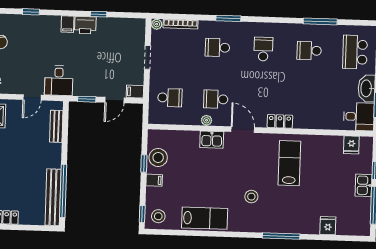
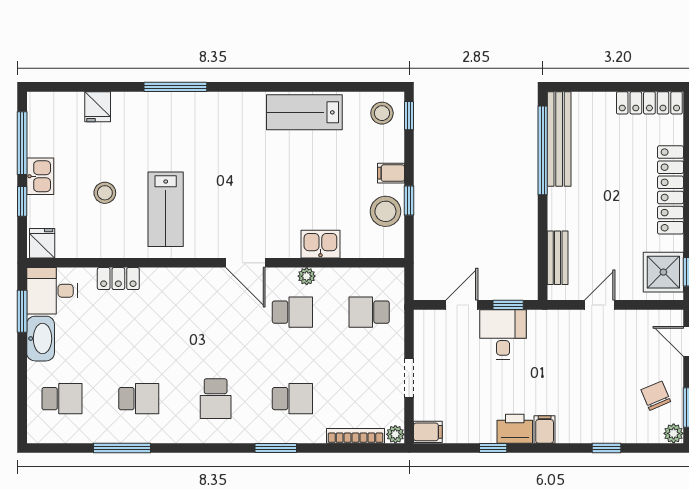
school desk: (355, 52) -> (62, 399), width x0.54
desk: (59, 81) -> (503, 335), moved
filing cabinet: (135, 92) -> (428, 432), moved
locker: (280, 121) -> (118, 279), moved
kitchen sink: (212, 140) -> (320, 244), moved
fridge: (351, 145) -> (42, 243), moved
stool: (251, 197) -> (105, 193), moved

